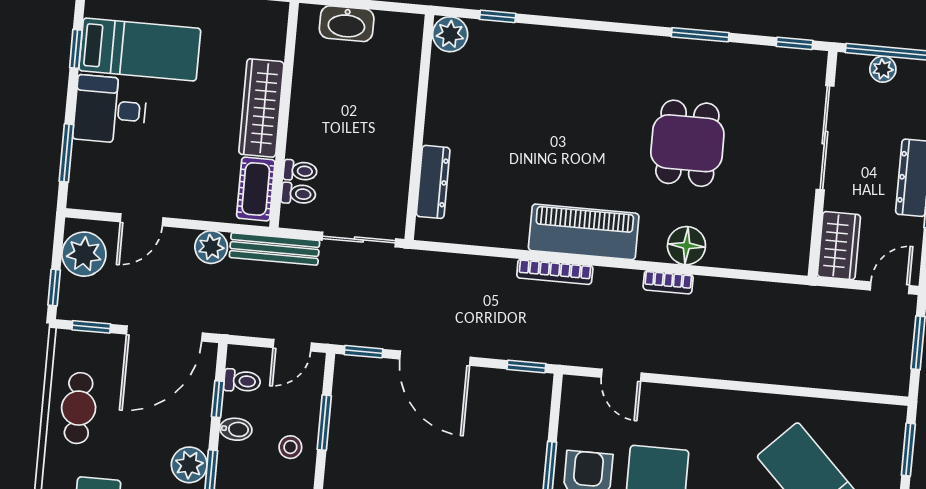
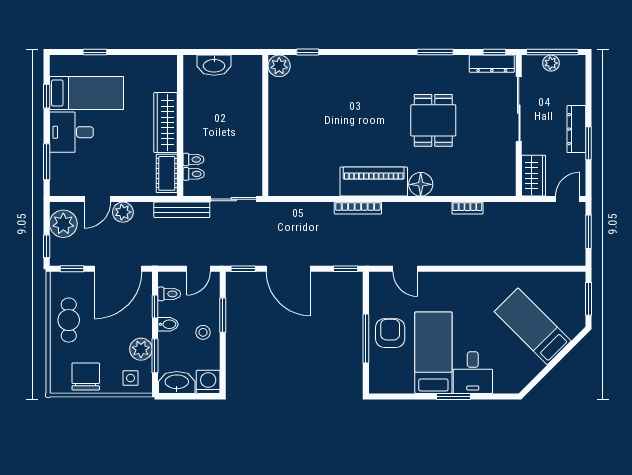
dresser: (433, 182) -> (492, 64), moved, turned 90
floor lamp: (686, 246) -> (421, 184), moved
plant: (211, 247) -> (123, 212), moved
bookcase: (668, 282) -> (467, 208), moved

